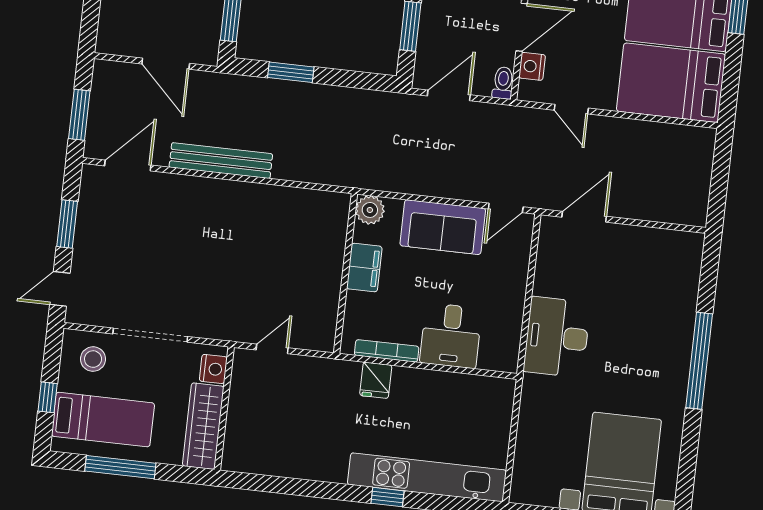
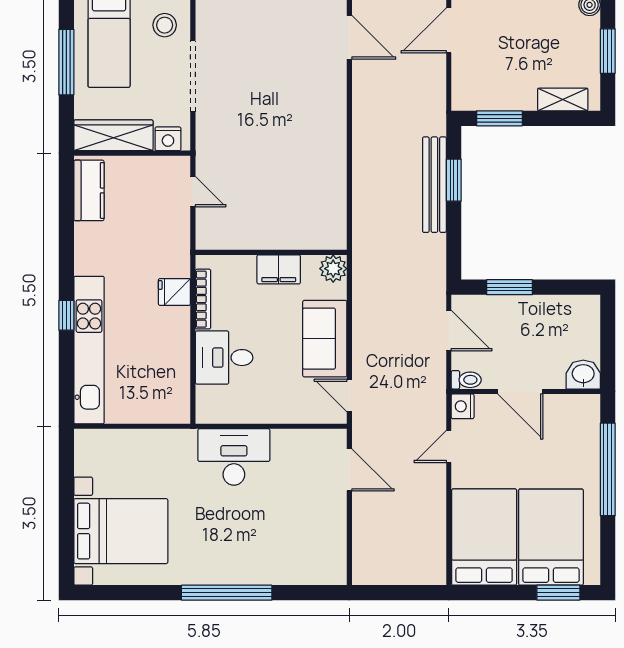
door: (166, 64) -> (449, 30), moved
nightstand: (532, 66) -> (463, 406), moved, turned -90
bench: (221, 161) -> (434, 185), moved
kitchen counter: (258, 459) -> (89, 190), added

